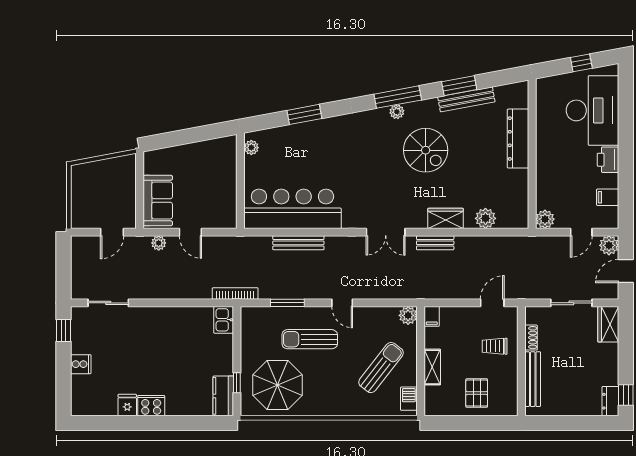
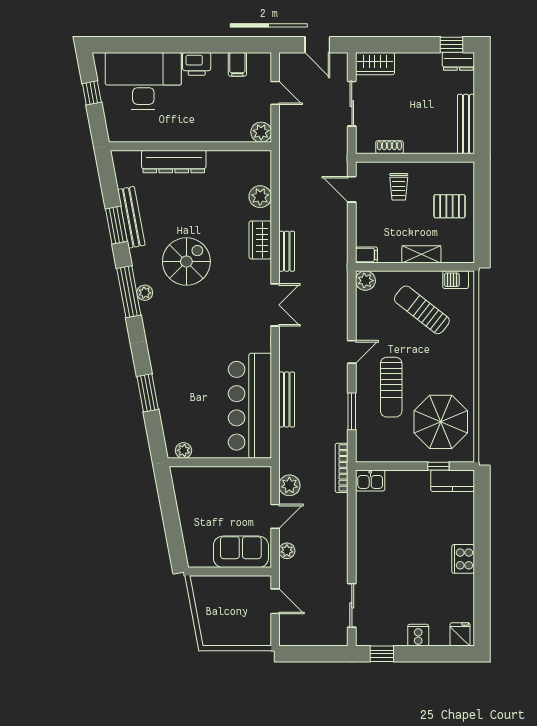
plant: (609, 245) -> (289, 485), moved
bench: (533, 379) -> (466, 124), moved, turned 90
fridge: (127, 405) -> (460, 634), moved, turned 90

